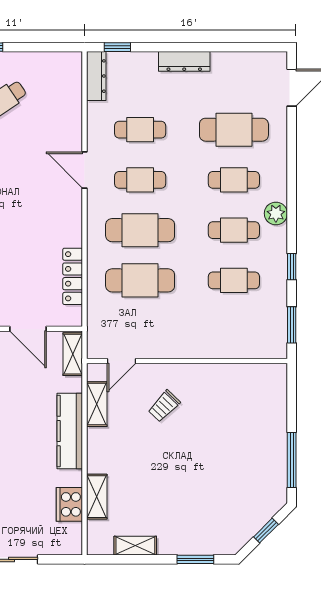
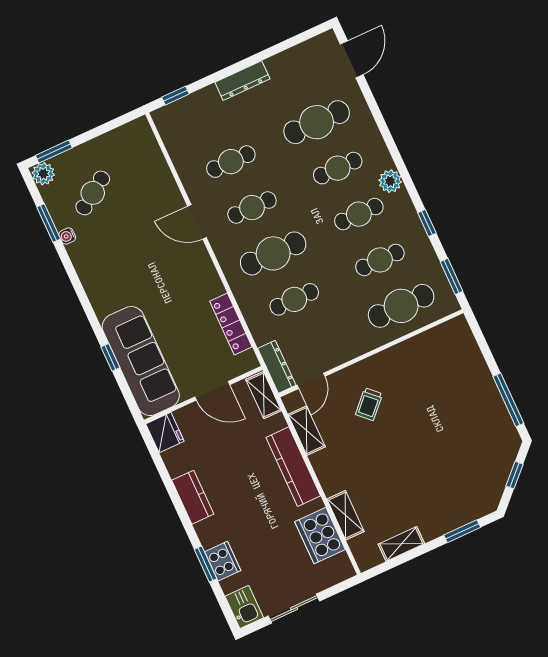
dresser: (96, 76) -> (277, 367), moved
cafe table: (140, 280) -> (294, 299), width x0.73, depth x0.74
cafe table: (234, 331) -> (401, 306), added
cooker: (69, 504) -> (320, 536), width x1.37, depth x1.31

